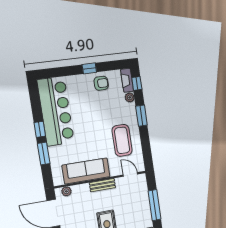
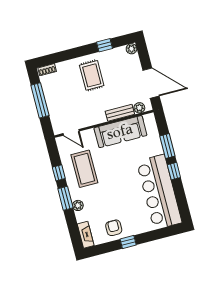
armchair: (101, 83) -> (114, 228), turned 90
window: (137, 83) -> (59, 173), moved
plant: (130, 97) -> (78, 205), moved
bench: (102, 185) -> (120, 113), moved

